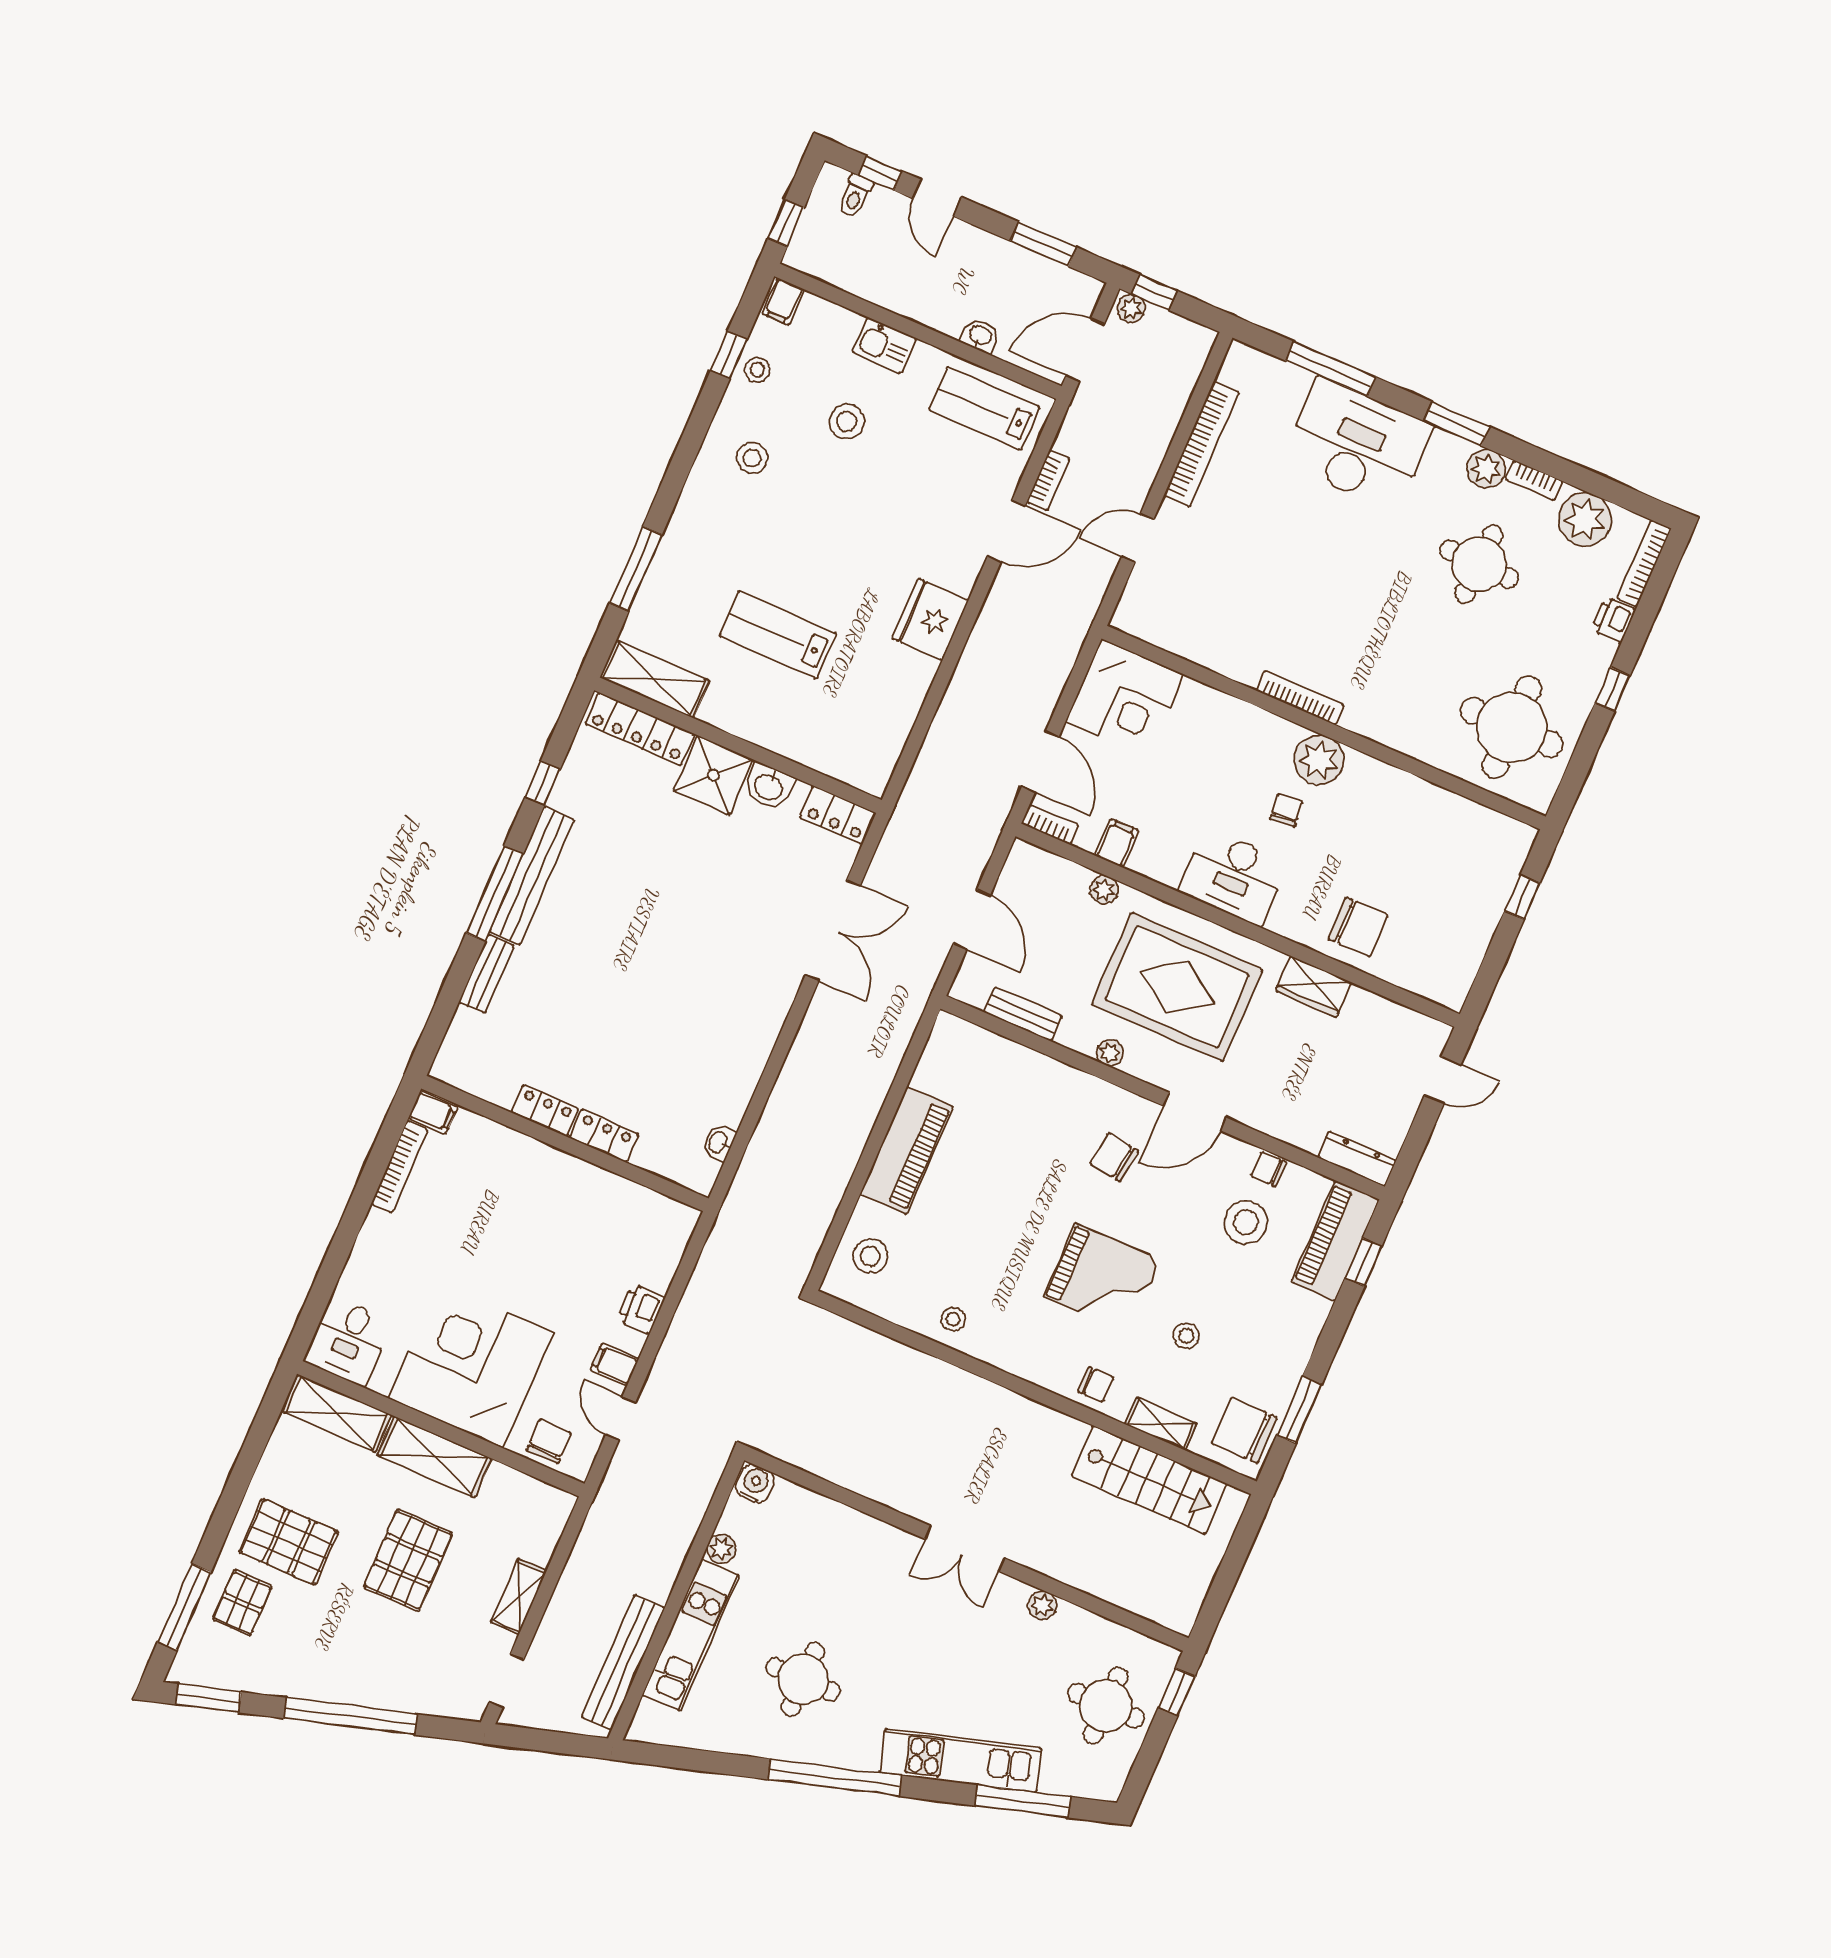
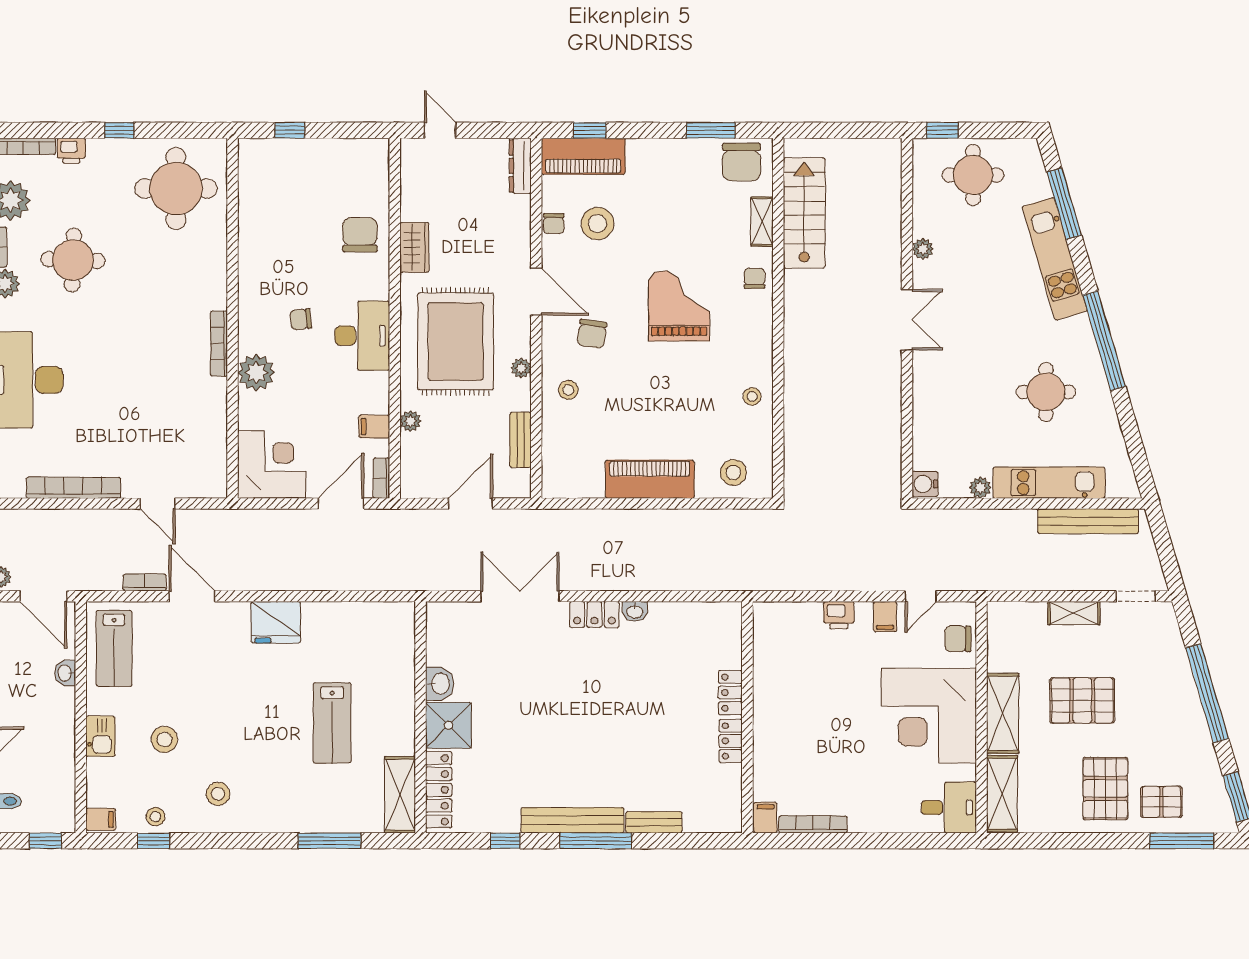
plant: (1319, 760) -> (256, 373), moved
locker: (838, 815) -> (594, 615), moved, turned 90
washbasin: (719, 1142) -> (635, 611), moved
stool: (1186, 1336) -> (568, 390), moved

